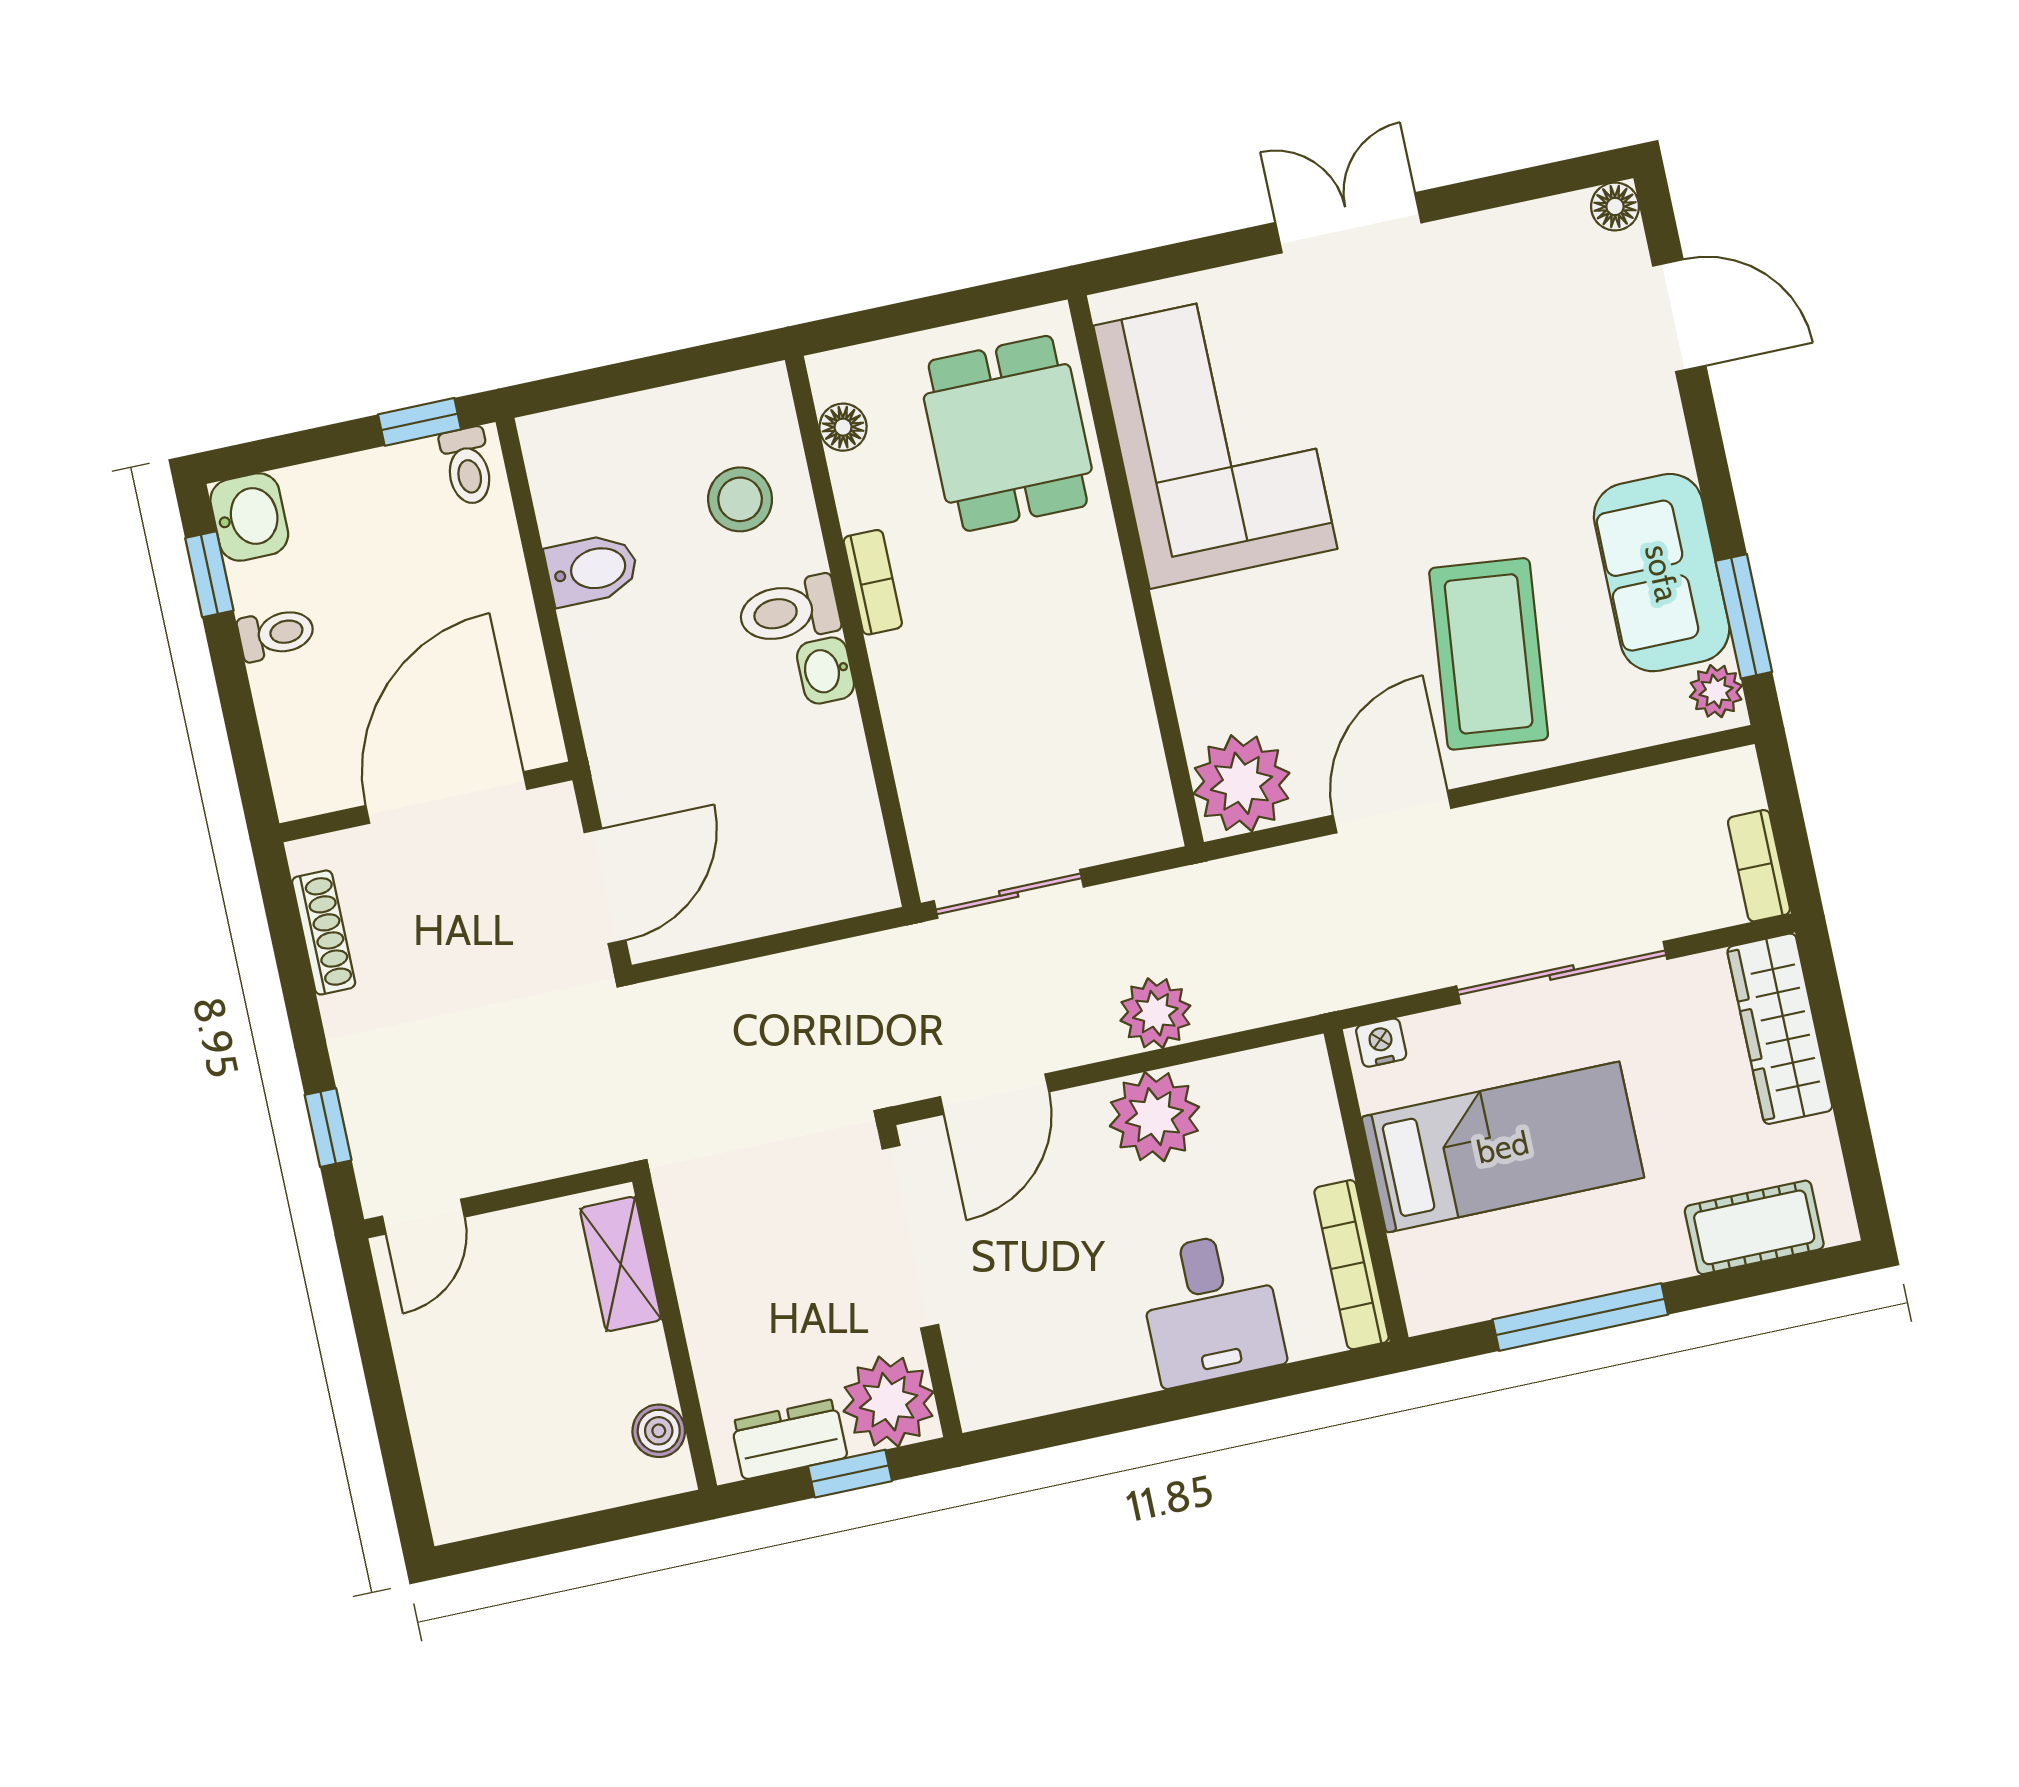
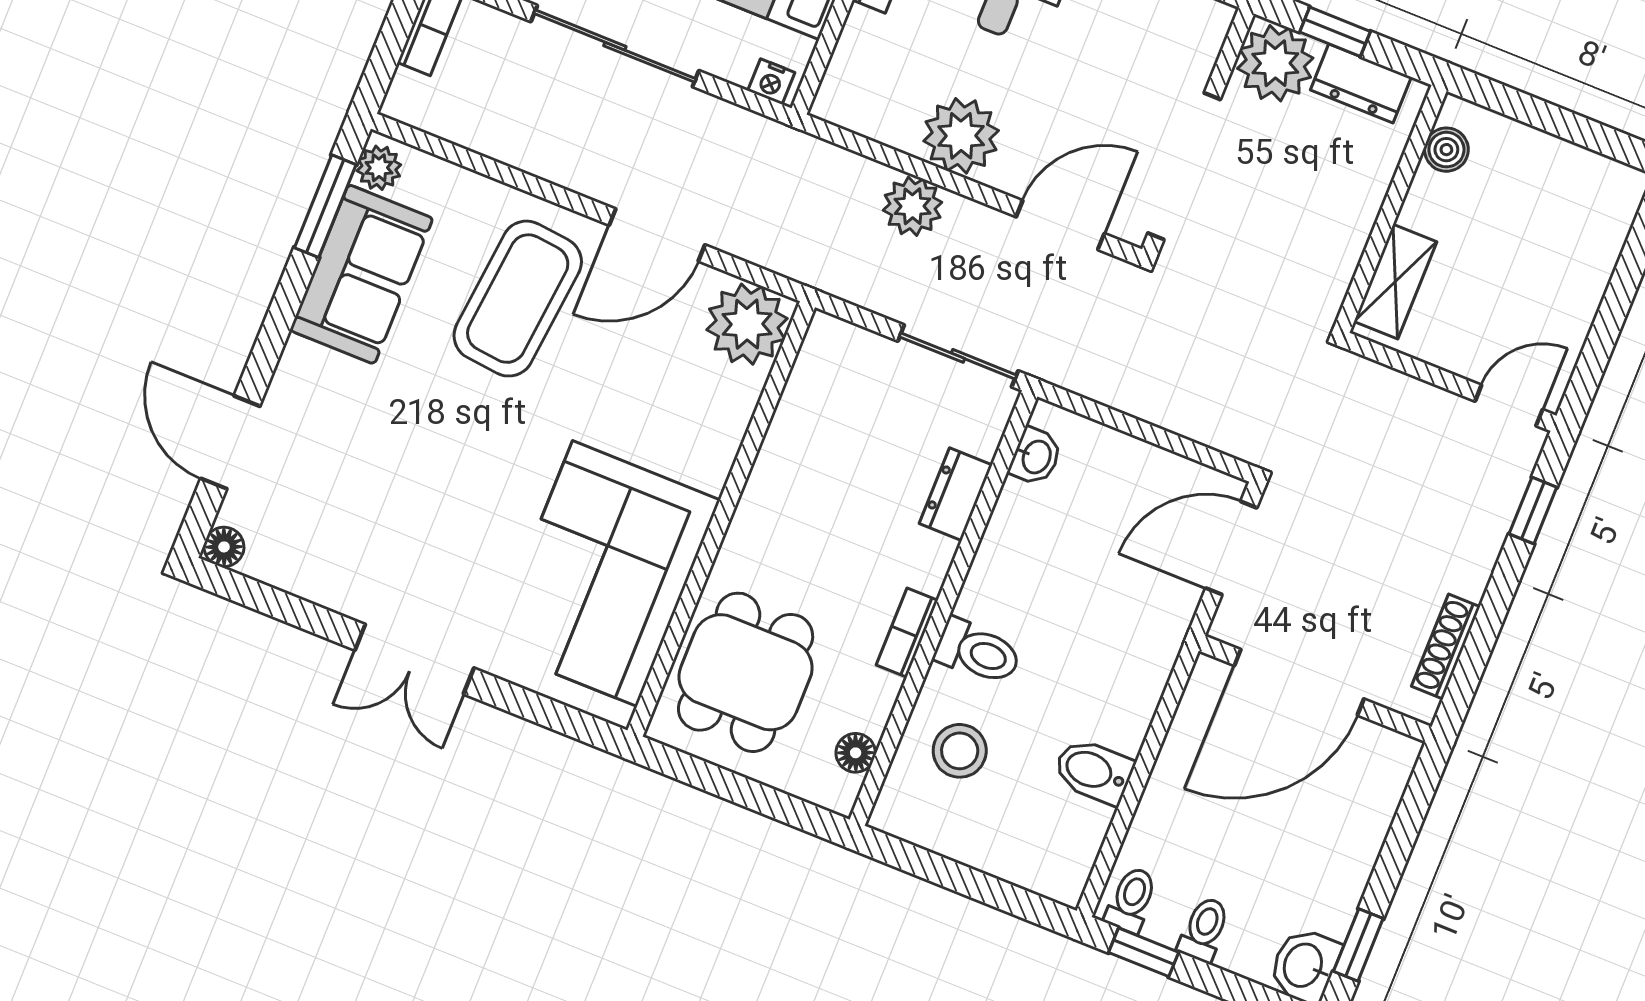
toilet: (276, 634) -> (1204, 929), moved, turned 90
washbasin: (826, 670) -> (1035, 456), moved
dresser: (917, 754) -> (956, 494), added

